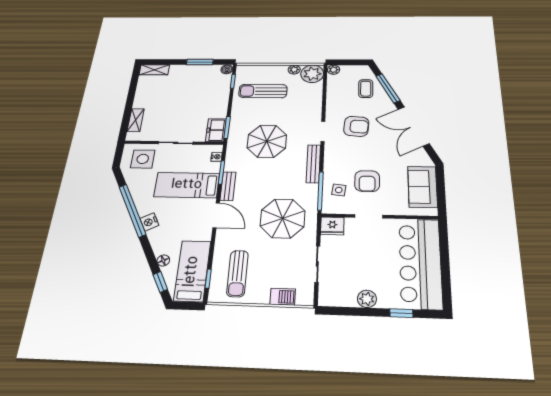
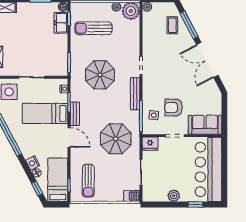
armchair: (356, 126) -> (165, 61), removed
freezer: (216, 130) -> (61, 23), moved
armchair: (367, 181) -> (174, 108), turned 90
sofa: (423, 187) -> (205, 125), moved, turned 90
nightstand: (149, 222) -> (33, 163), moved
barbecue: (283, 297) -> (132, 196), moved

